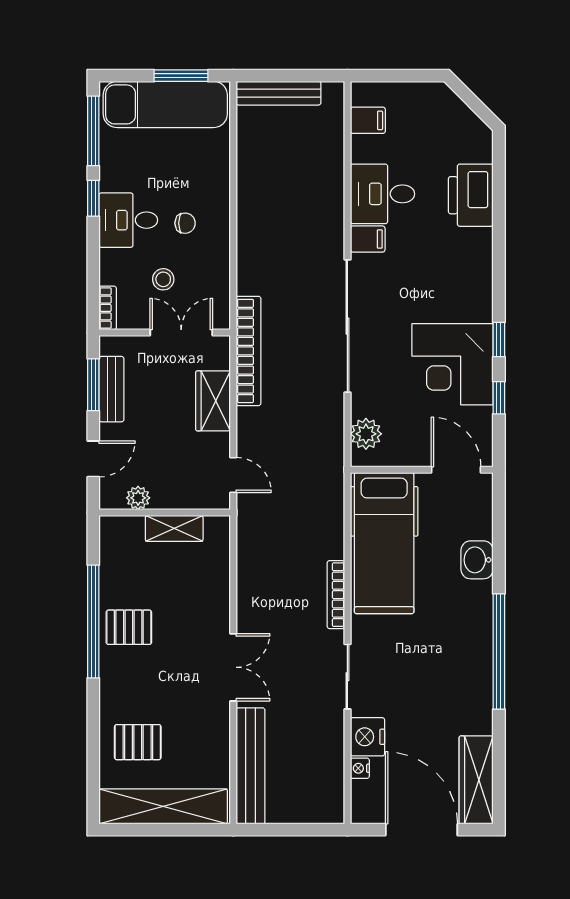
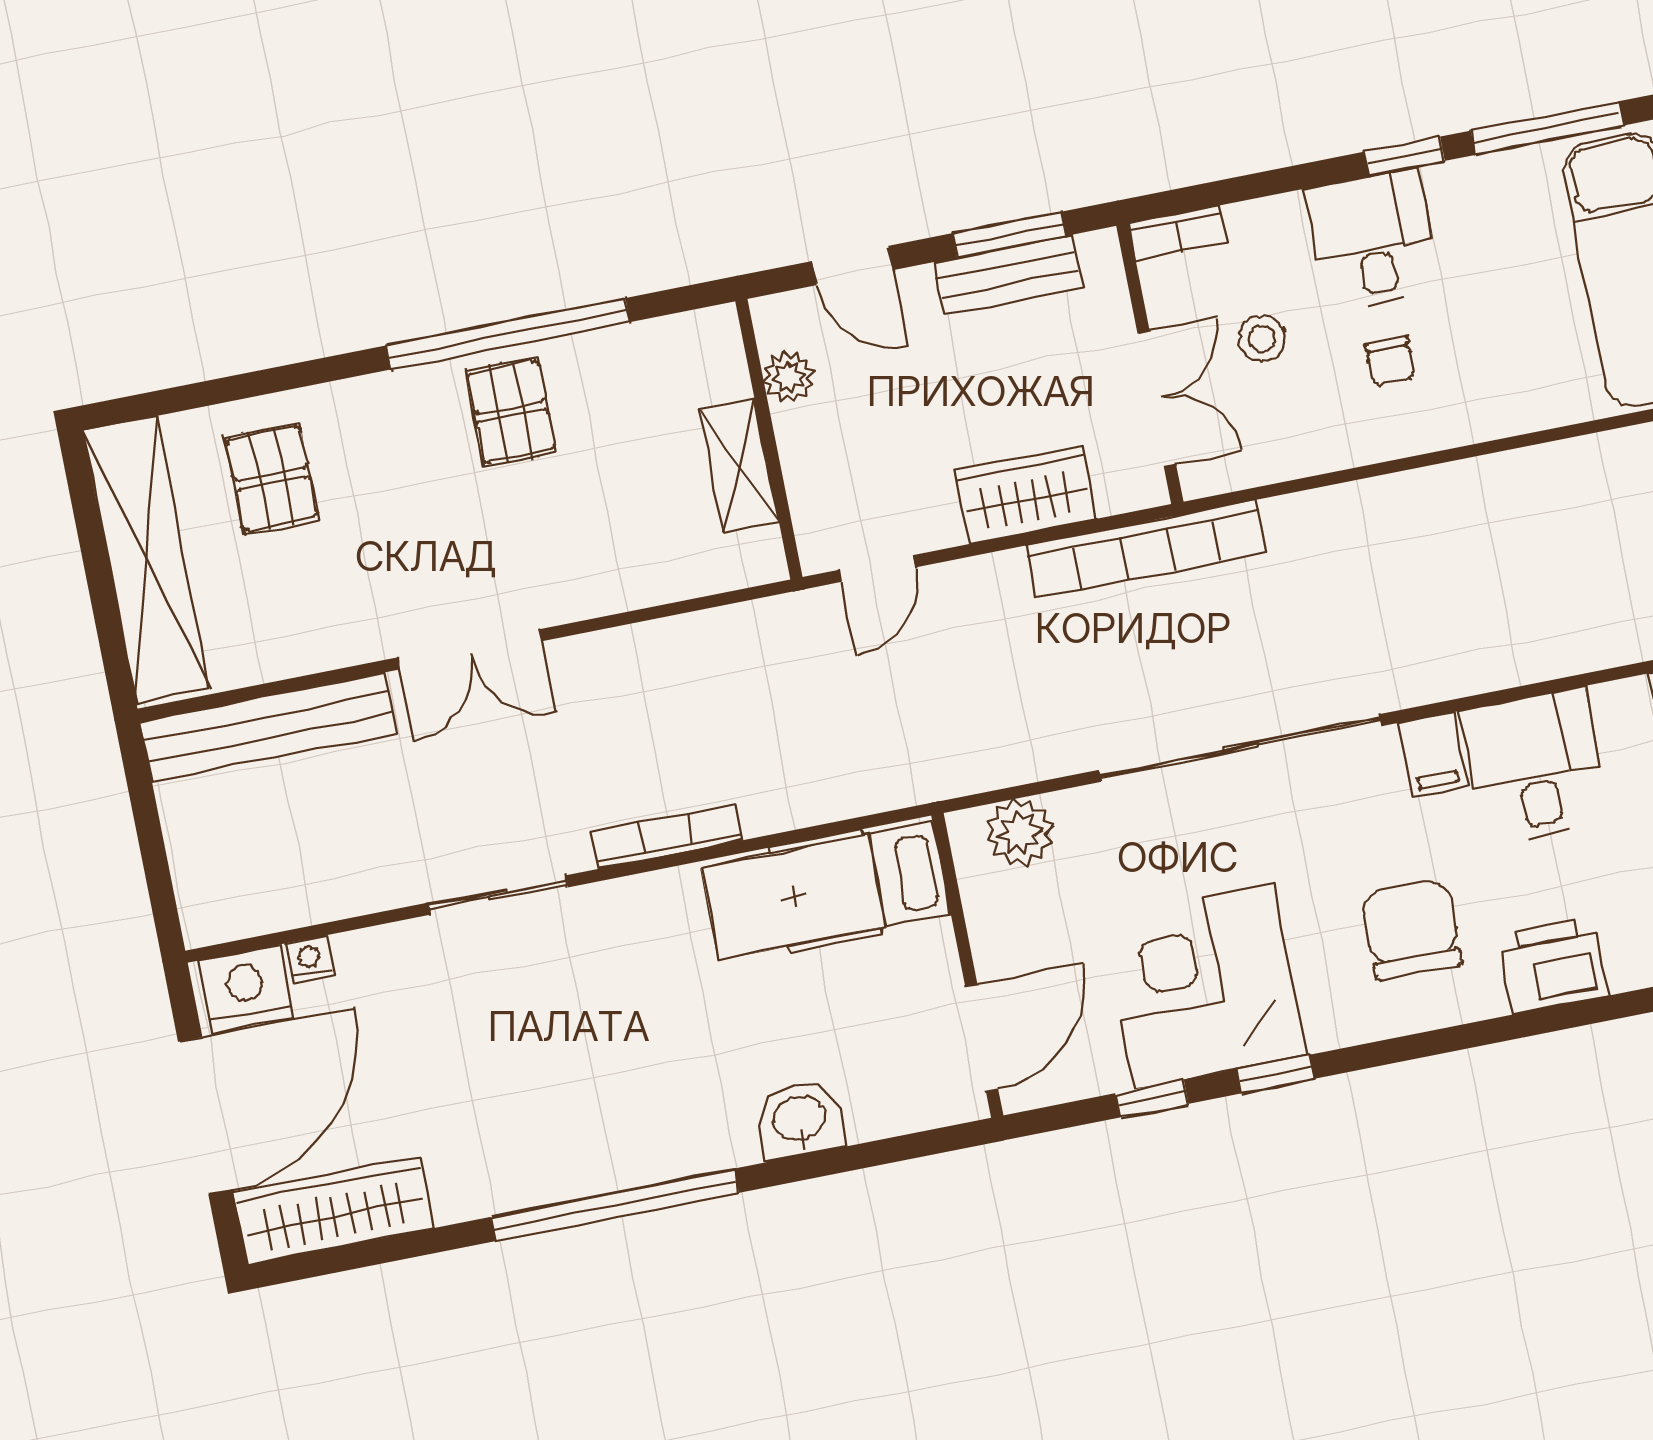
printer: (471, 195) -> (1553, 965), width x0.73, depth x0.84
chair: (445, 265) -> (1411, 930), added
hospital bed: (384, 543) -> (826, 891), width x0.73, depth x0.78
nightstand: (367, 737) -> (246, 989), moved

